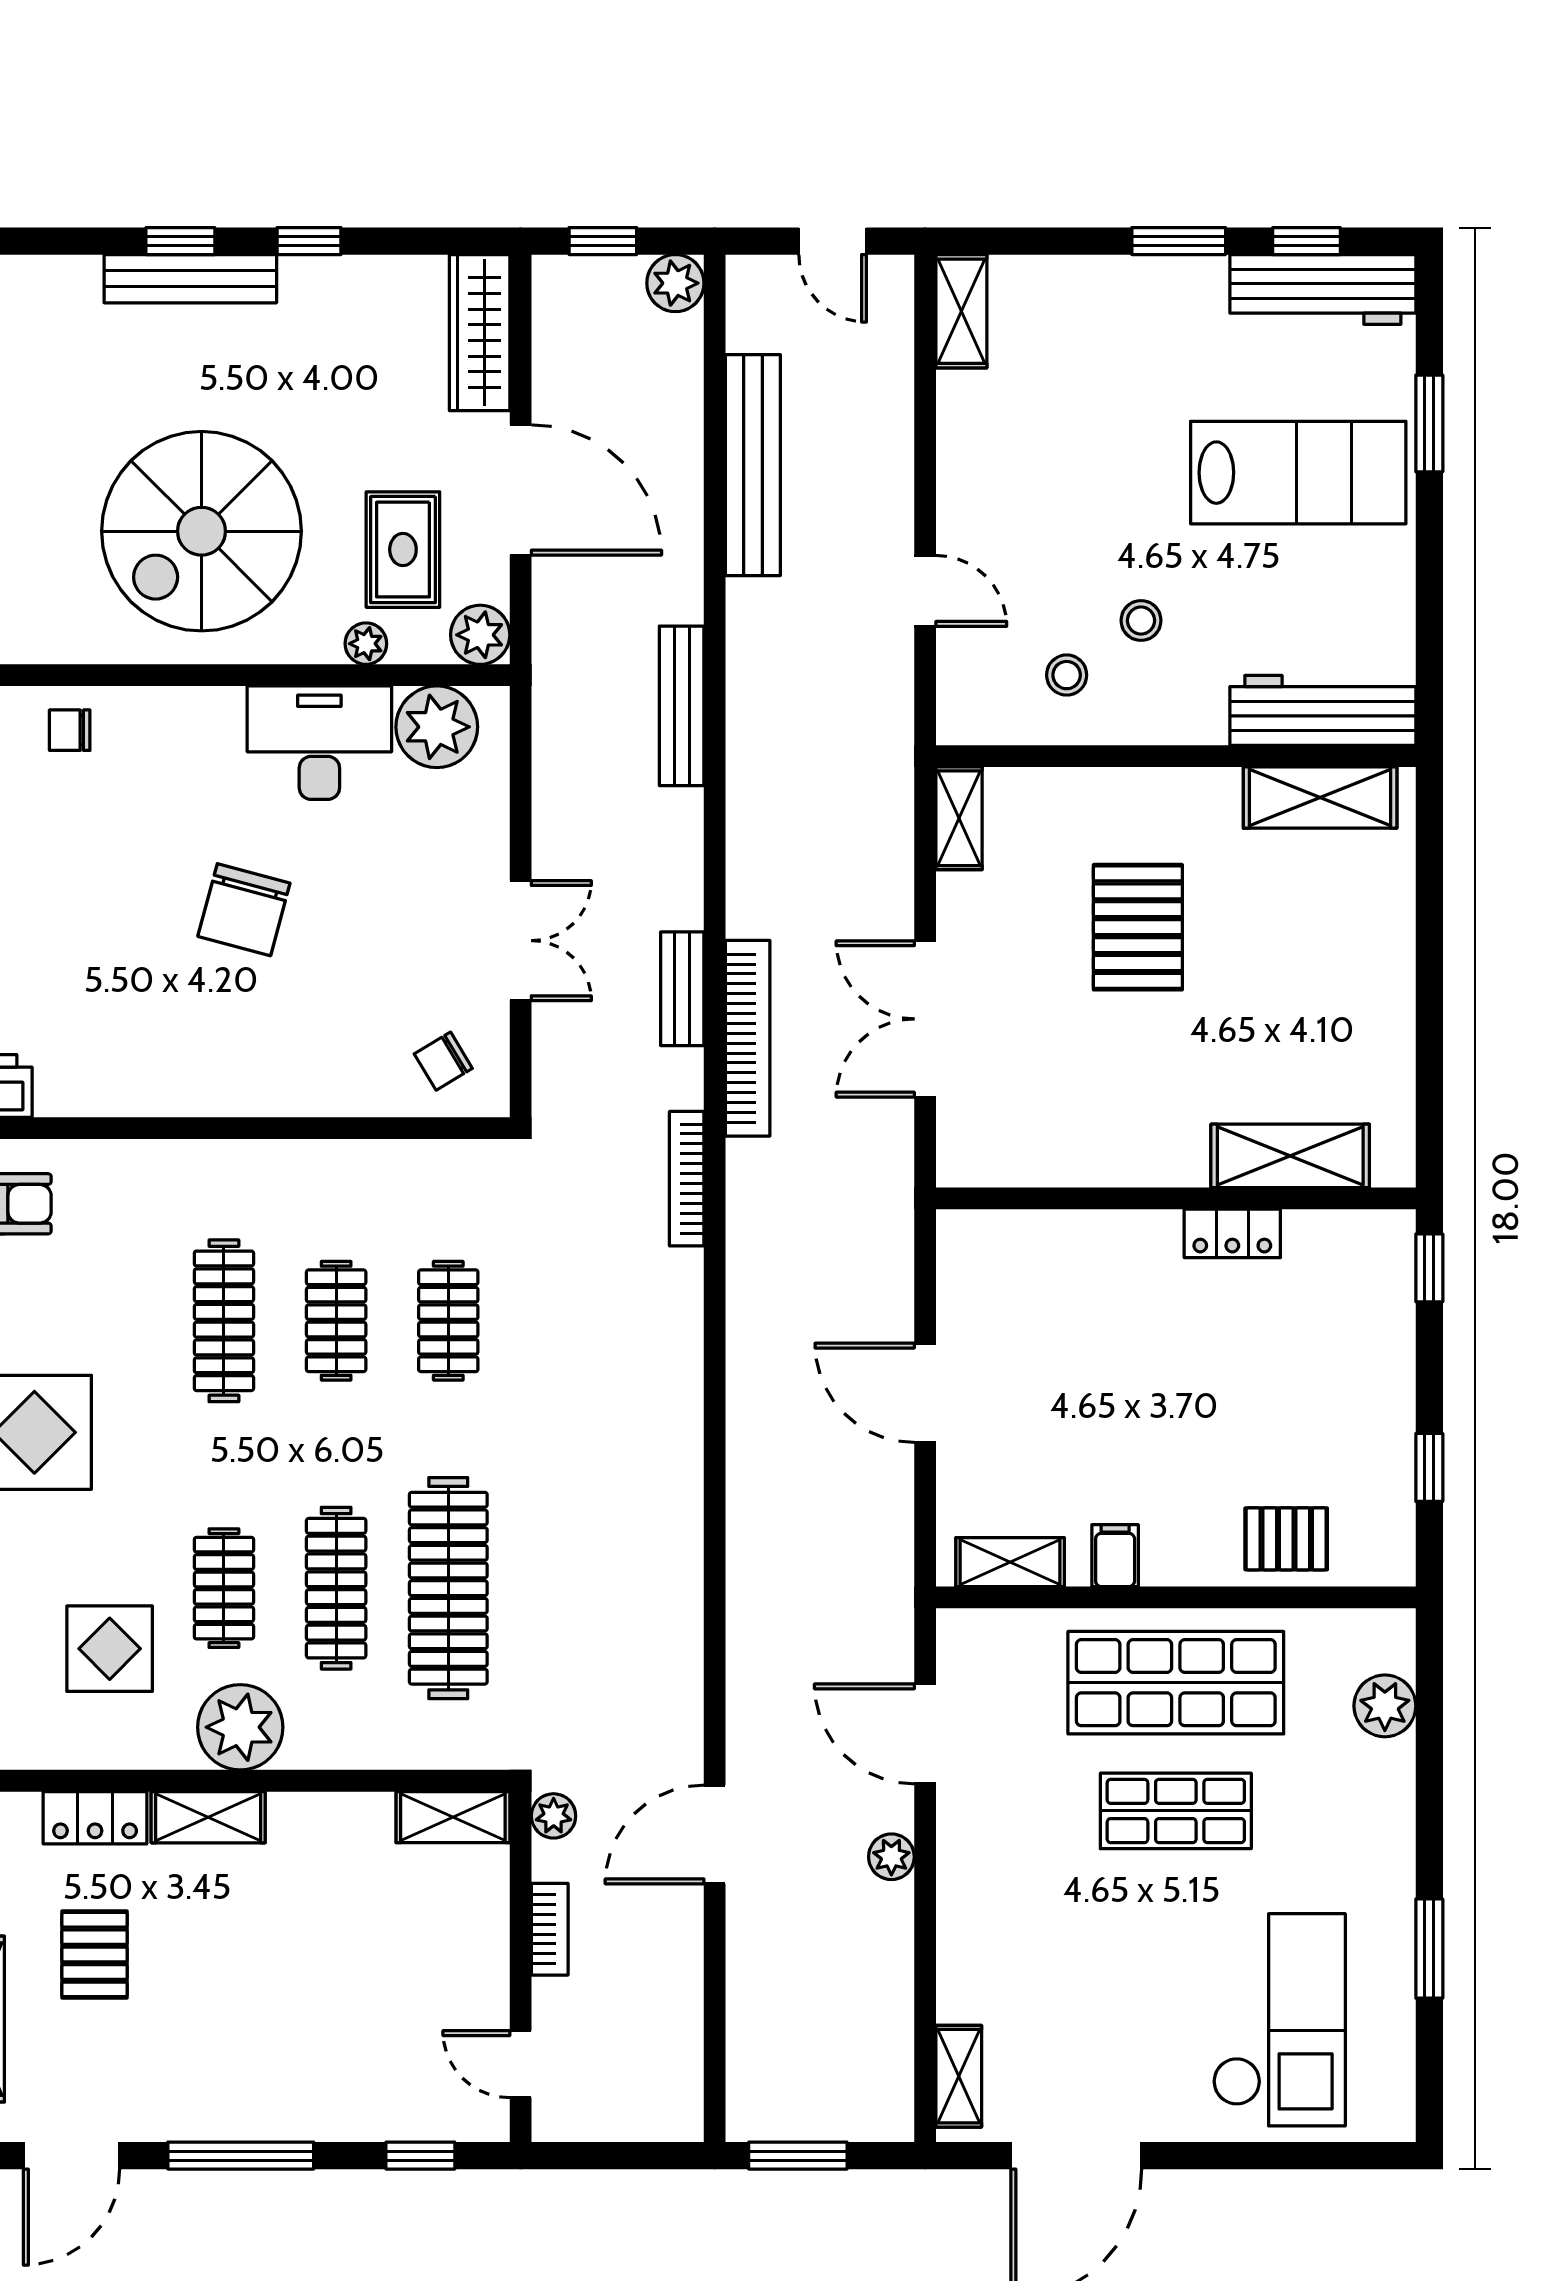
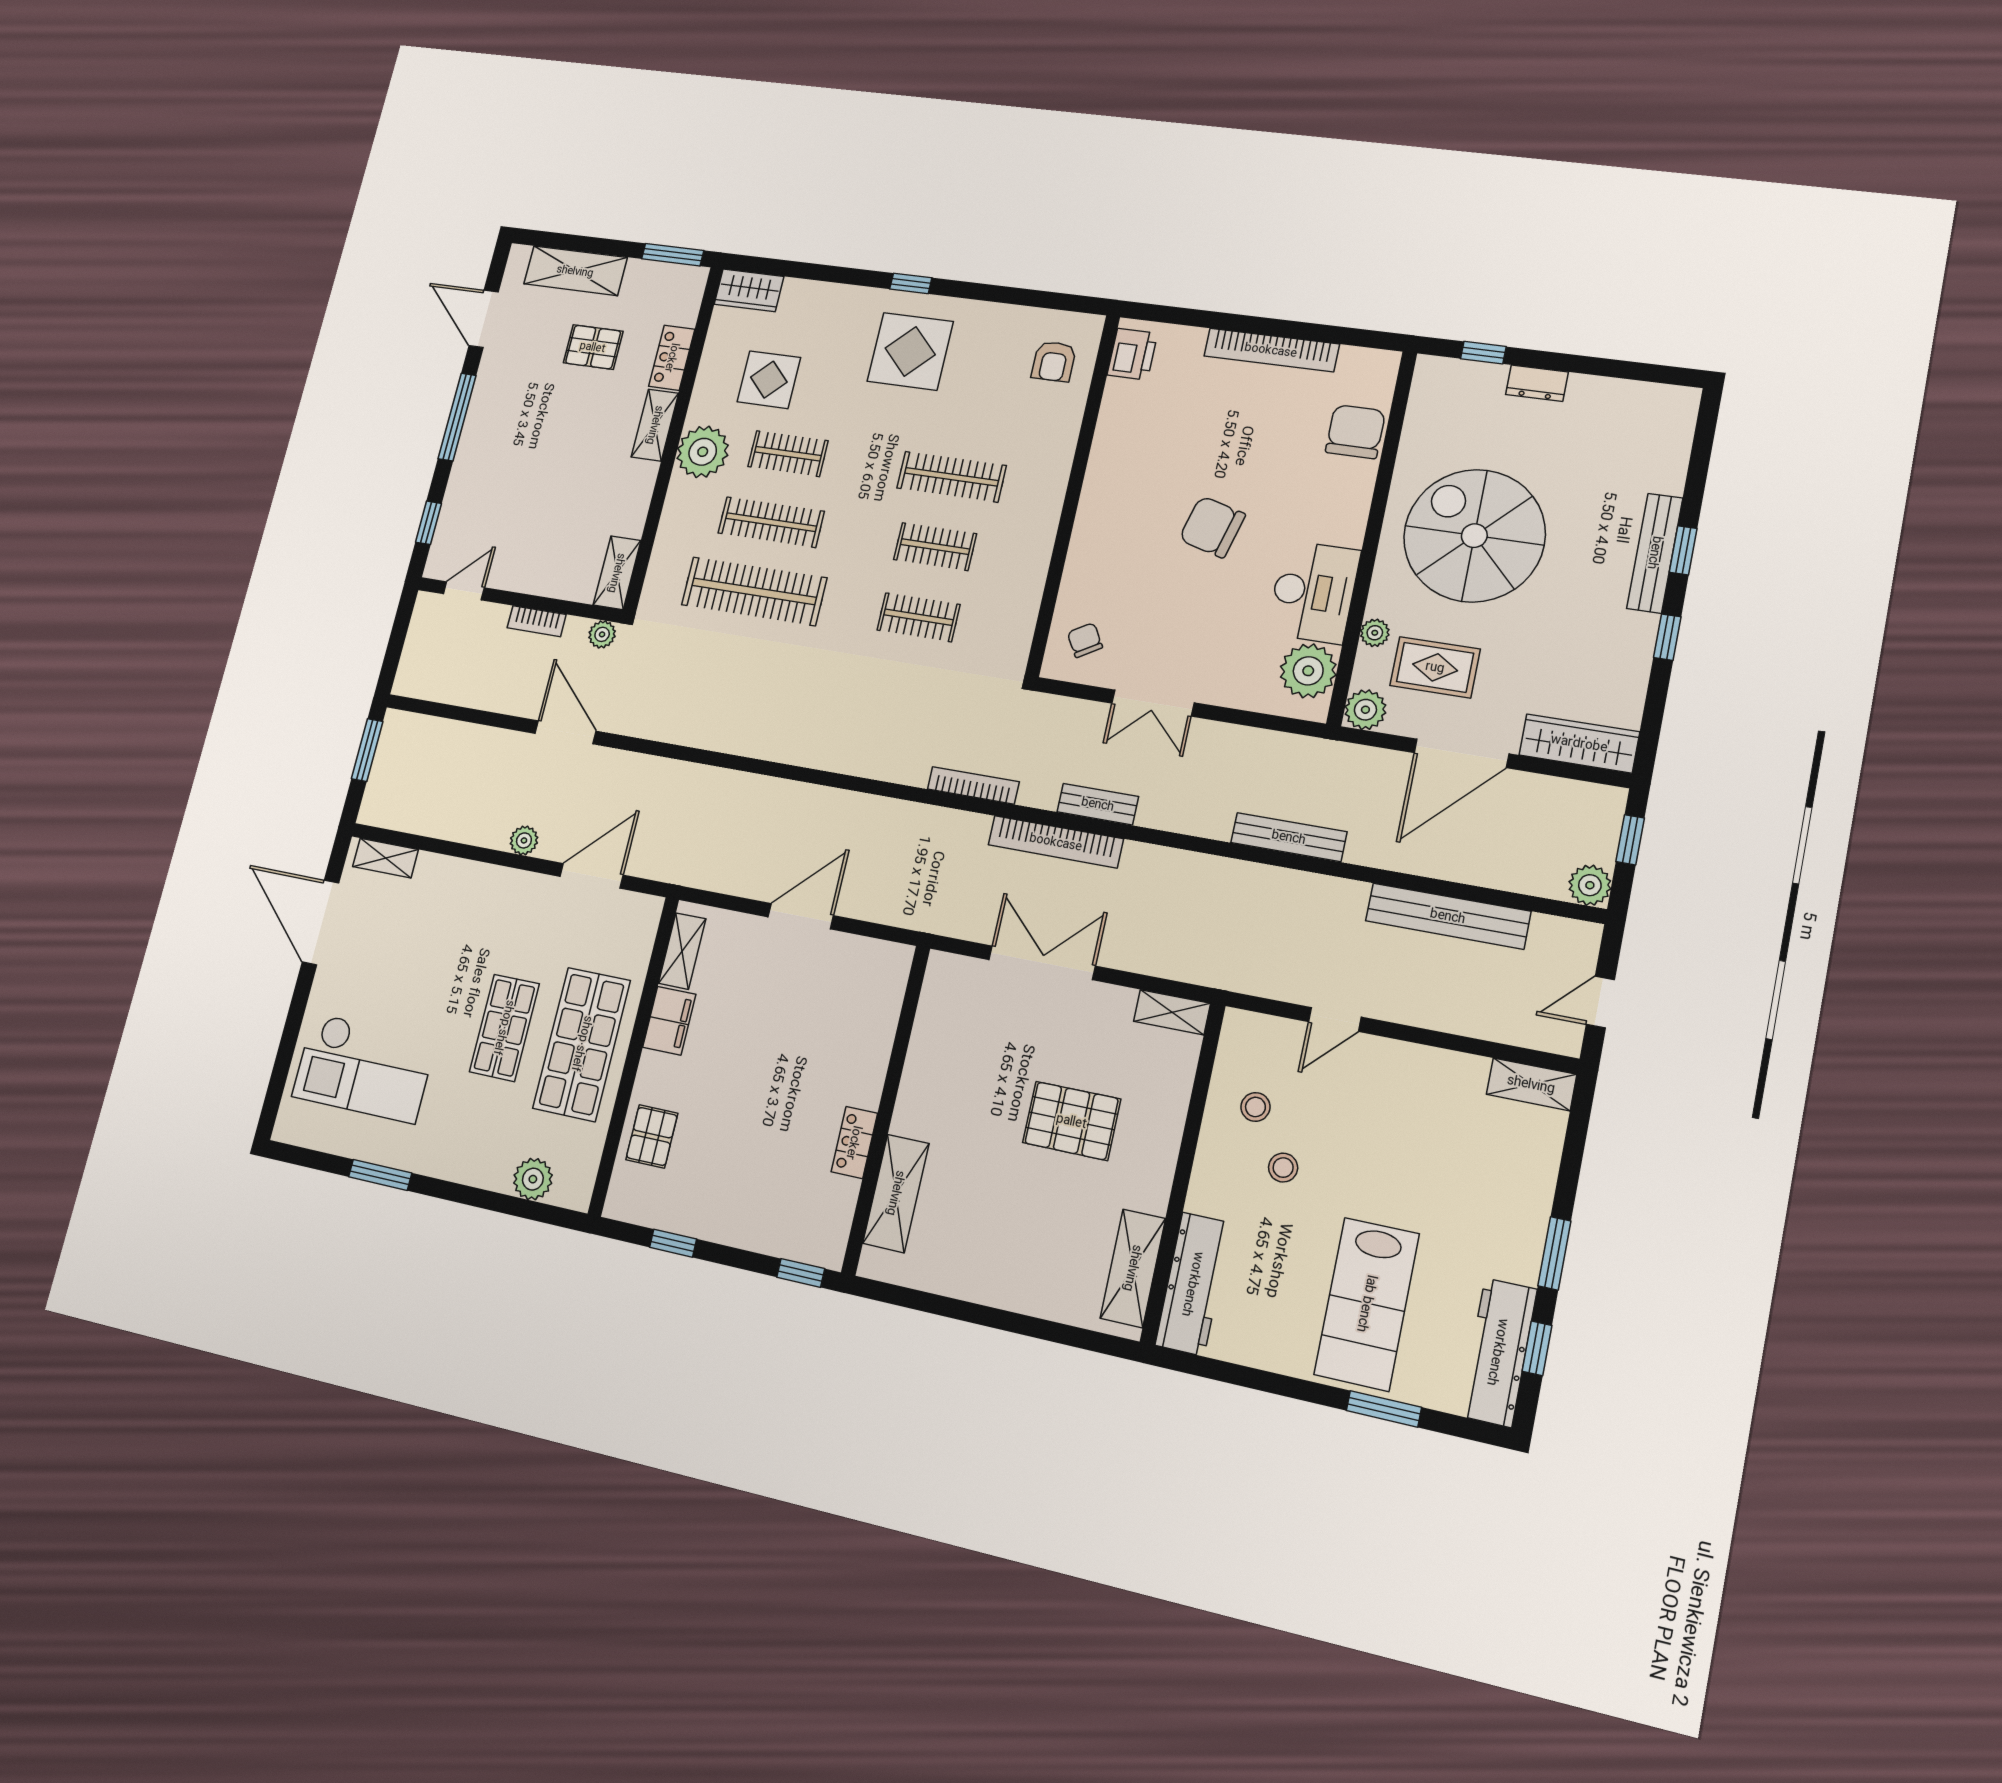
chair: (70, 730) -> (1355, 432), width x1.87, depth x1.87
filing cabinet: (1115, 1556) -> (669, 1021), width x2.00

